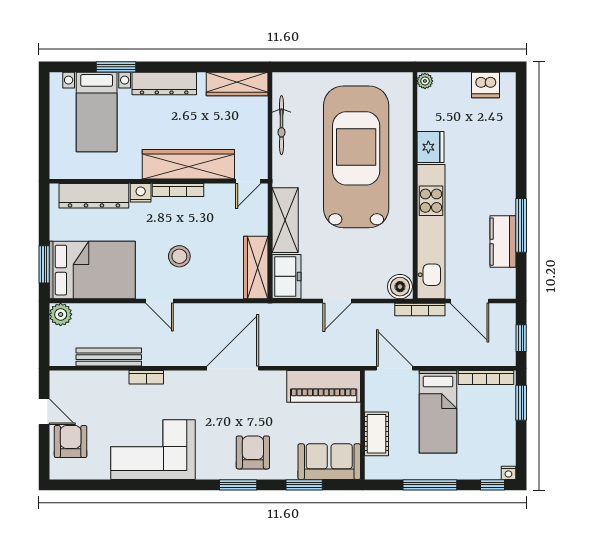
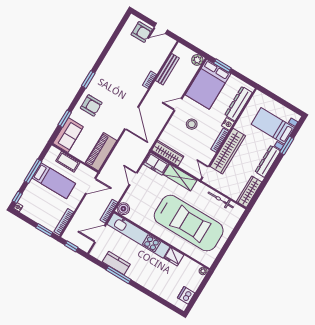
bed: (438, 412) -> (54, 181), moved, turned 180
corner sofa: (153, 450) -> (118, 64), removed
window: (238, 485) -> (88, 79), moved

